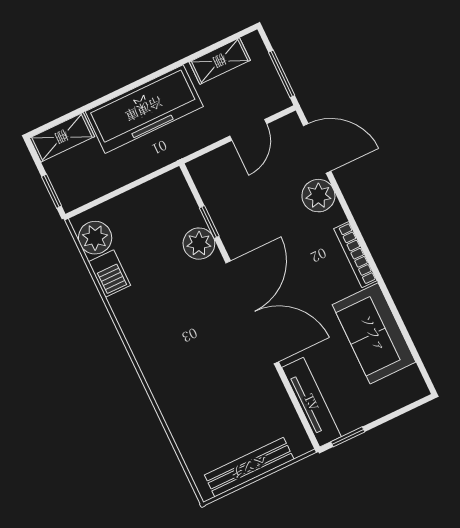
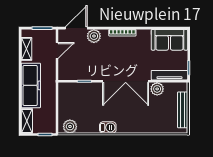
door: (248, 130) -> (57, 50), hinge flipped
plant: (199, 244) -> (157, 89), moved
barbecue: (109, 273) -> (108, 127), moved
double door: (252, 312) -> (126, 81), swing flipped
sofa: (374, 333) -> (169, 40), moved

